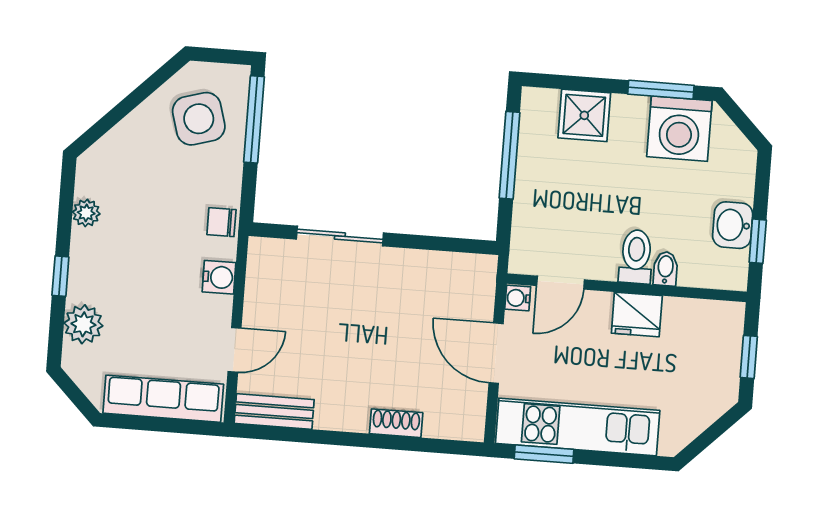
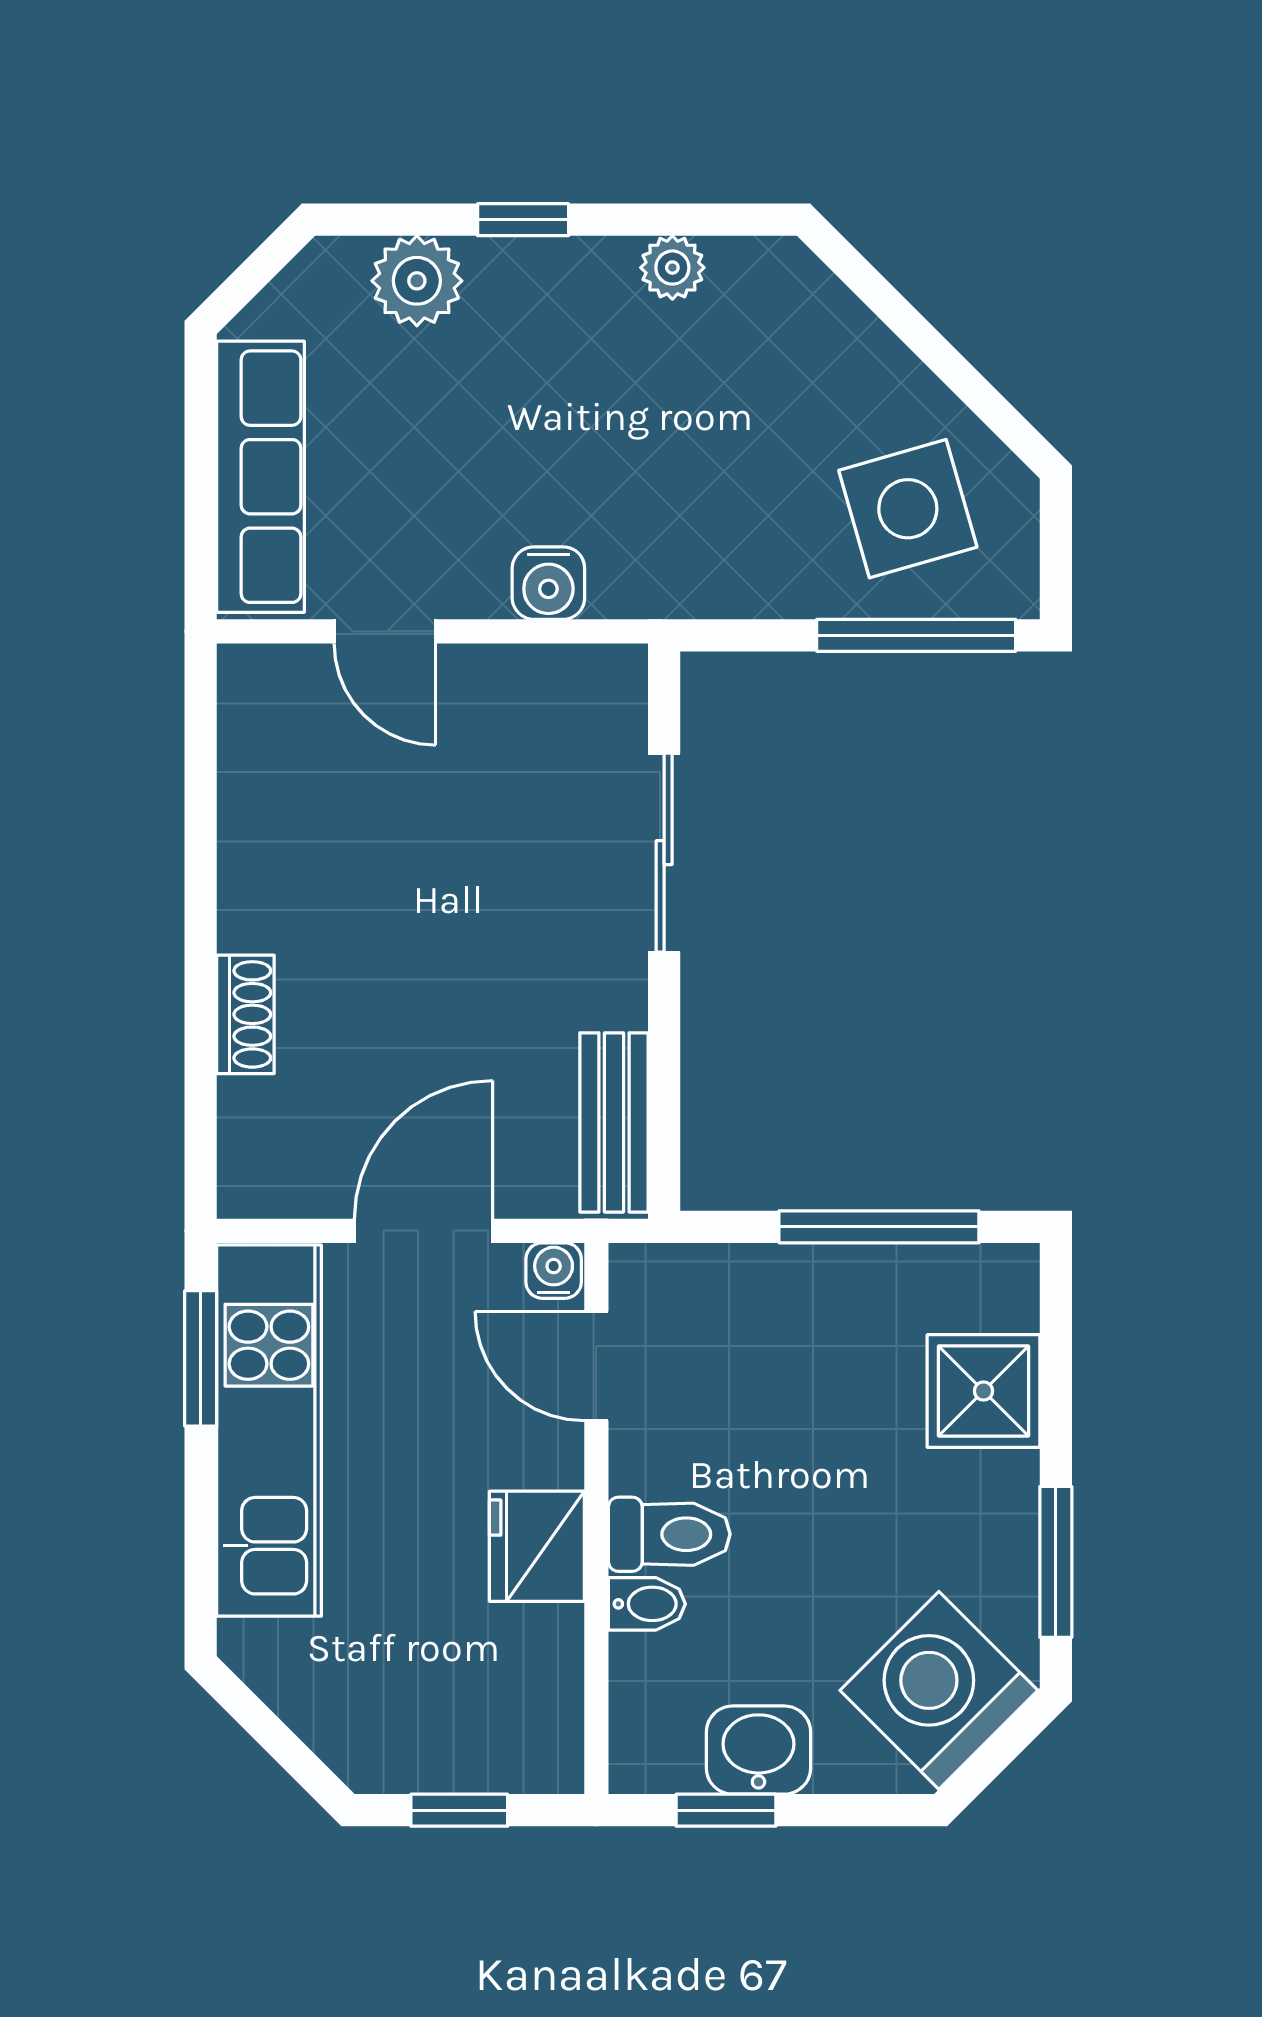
washing machine: (679, 129) -> (939, 1690), moved, turned 45
chair: (221, 222) -> (675, 579), removed
bench: (274, 411) -> (614, 1122), moved

